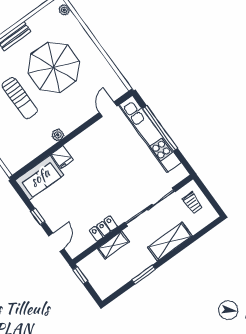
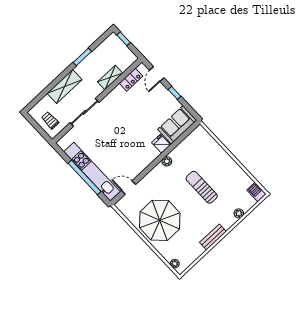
parasol: (54, 67) -> (160, 220), moved
door: (108, 109) -> (129, 187), swing flipped
sliding door: (150, 207) -> (84, 112), width x0.73
locker: (103, 229) -> (131, 80), moved
window: (80, 275) -> (124, 39), moved

